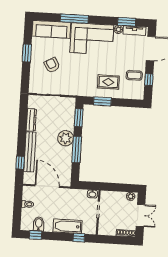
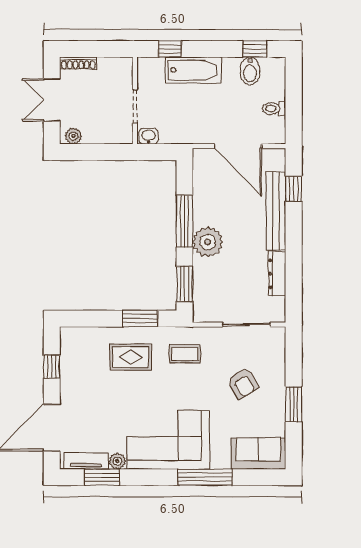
sofa: (51, 29) -> (258, 453), width x0.73
coffee table: (134, 75) -> (185, 354), moved

